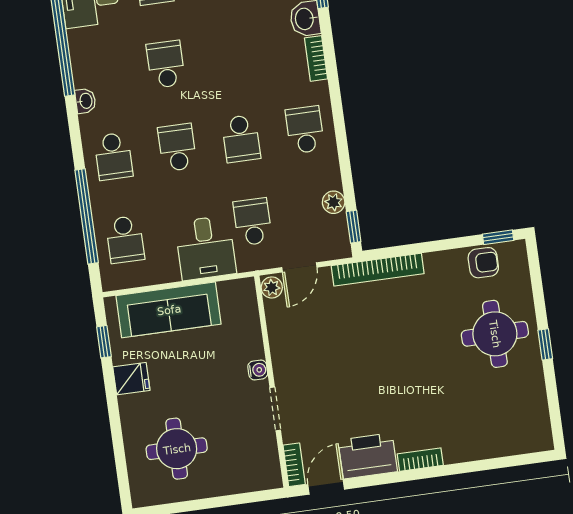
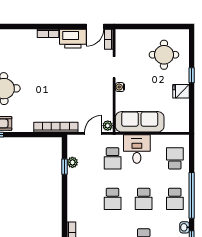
school desk: (305, 130) -> (81, 199), removed
school desk: (241, 139) -> (113, 199), turned 180
school desk: (113, 156) -> (175, 199), turned 180
window: (87, 216) -> (192, 195), moved
window: (354, 227) -> (64, 167), moved
sofa: (169, 310) -> (140, 122), moved
window: (104, 342) -> (192, 75), moved

